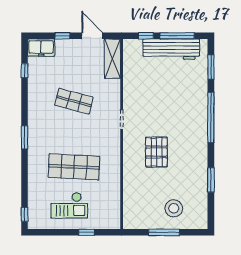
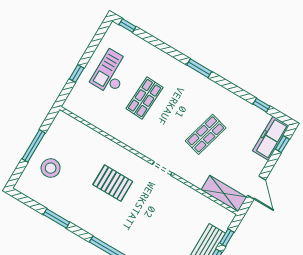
window: (62, 36) -> (282, 144), moved
door: (92, 36) -> (257, 188), hinge flipped
freezer: (41, 48) -> (271, 138), width x1.40
shop shelf: (74, 167) -> (145, 98), width x0.70, depth x0.74

